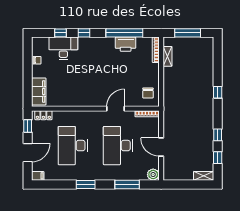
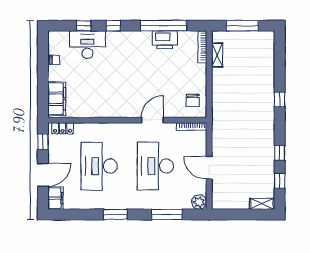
filing cabinet: (38, 176) -> (56, 198), width x2.00

